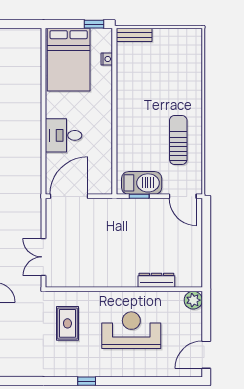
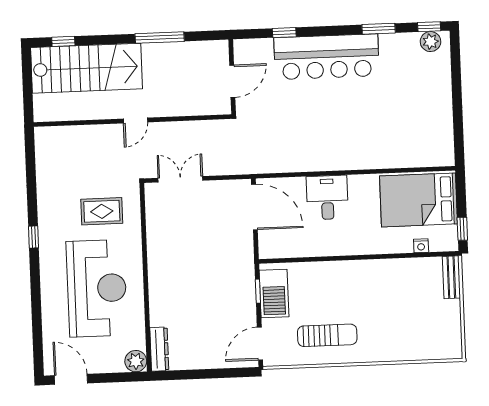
dresser: (156, 280) -> (159, 349), moved
reception desk: (131, 330) -> (97, 288), width x1.36, depth x1.30

